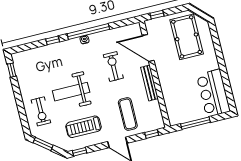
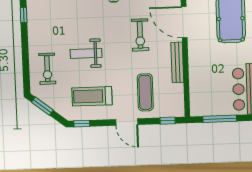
exercise bike: (113, 66) -> (140, 35), turned 180
weight bench: (71, 92) -> (86, 53), width x0.73, depth x0.75

